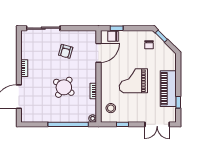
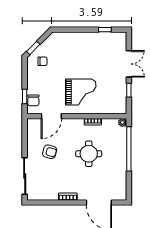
door: (99, 53) -> (51, 116), swing flipped
grand piano: (133, 81) -> (81, 92), moved, turned -90
round table: (64, 87) -> (89, 154), turned -36
piano: (168, 89) -> (90, 40), removed
stool: (111, 108) -> (111, 103), removed
double door: (157, 124) -> (129, 64), moved

